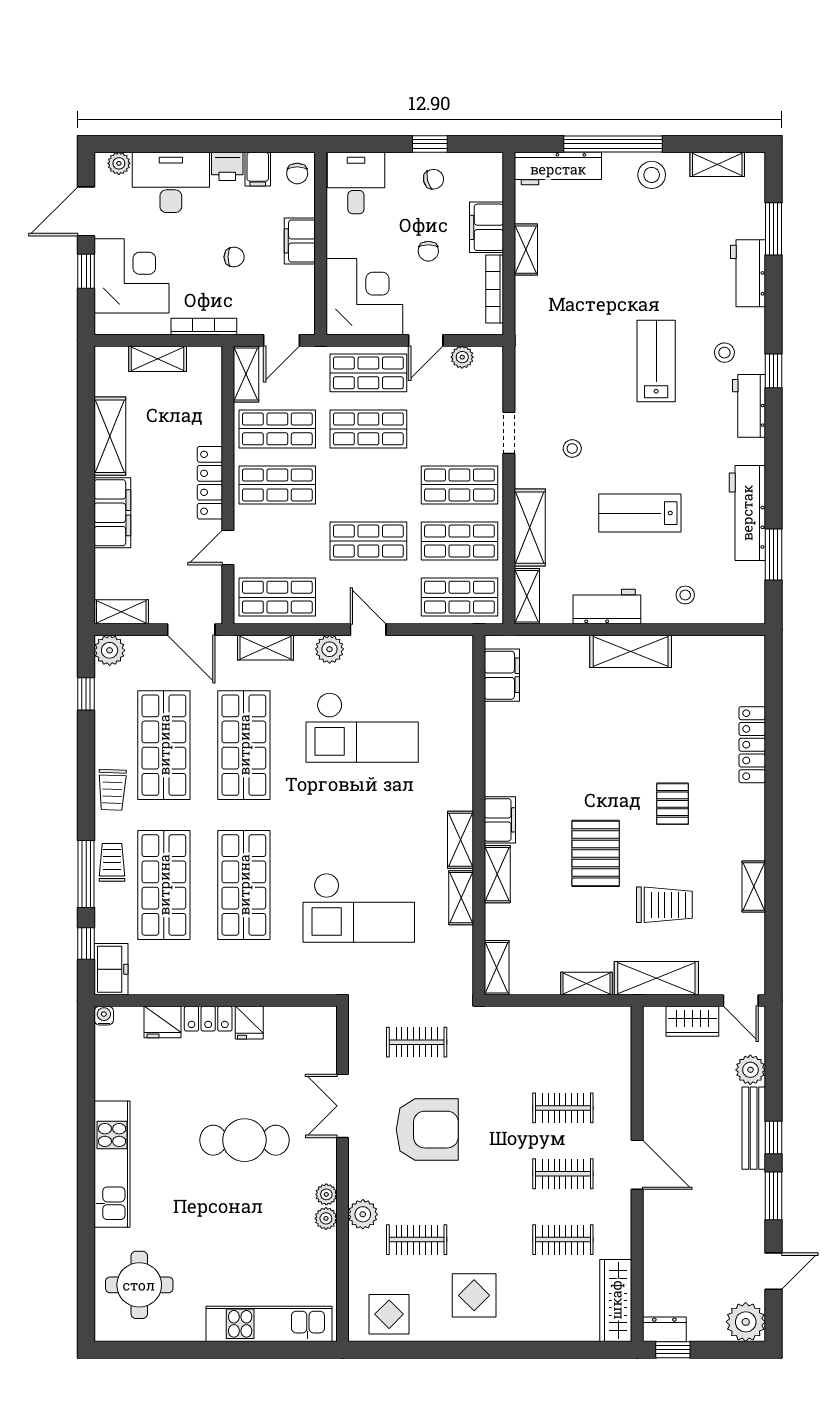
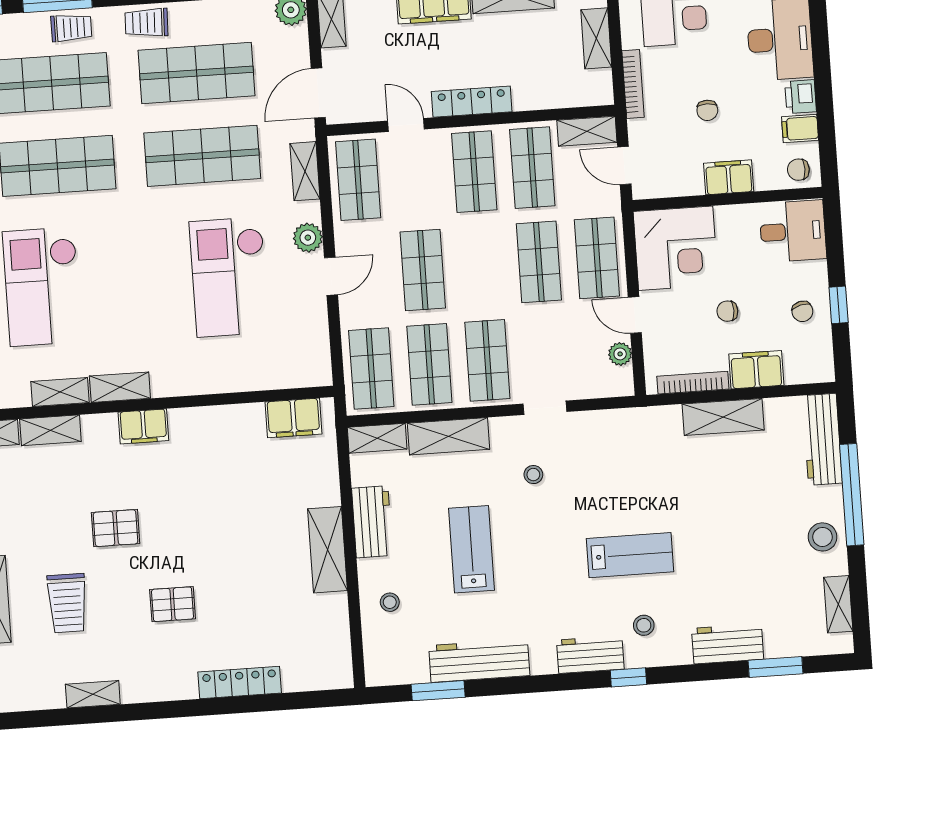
shelving: (526, 250) -> (723, 417), width x1.50, depth x1.33
pallet: (596, 853) -> (116, 528), width x0.67, depth x0.71
shelving: (497, 874) -> (50, 430), moved

